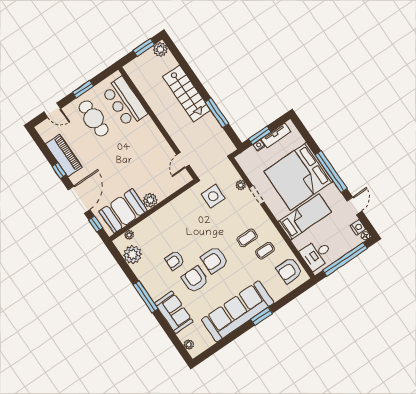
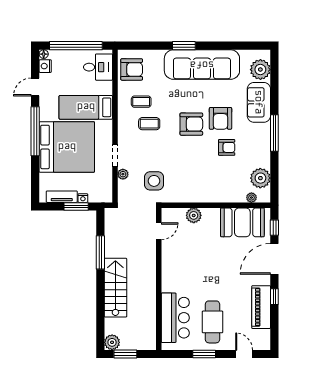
plant: (150, 200) -> (194, 215), moved
plant: (189, 345) -> (260, 70), width x1.88, depth x1.88

